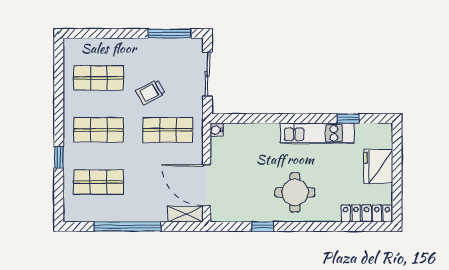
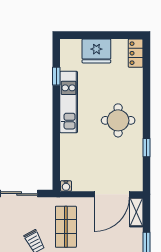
locker: (366, 213) -> (136, 53), width x0.66

